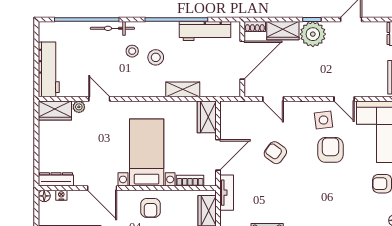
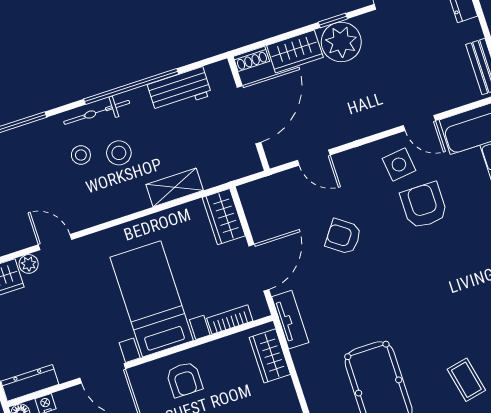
bicycle: (112, 28) -> (97, 112), moved
workbench: (205, 31) -> (180, 90), width x0.73

